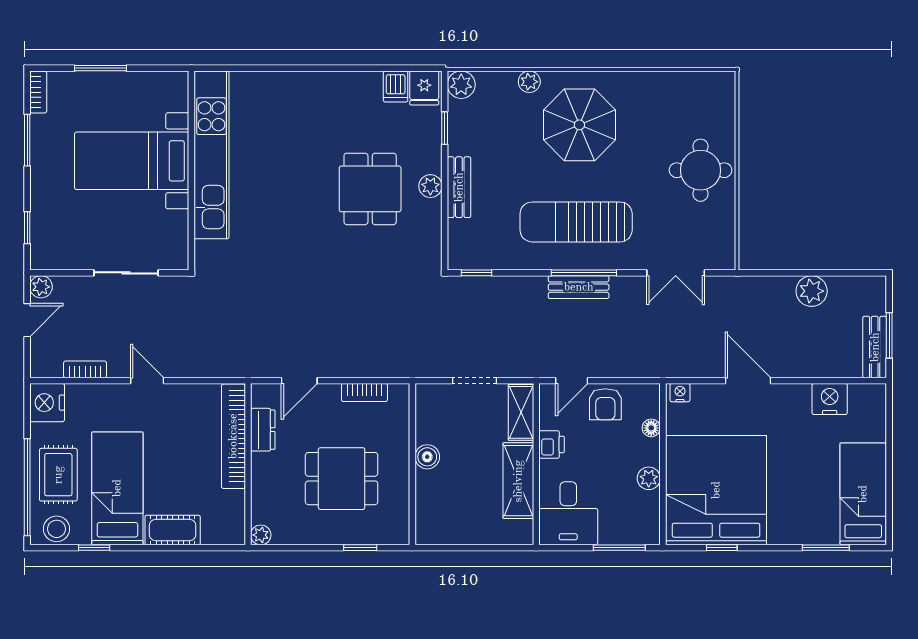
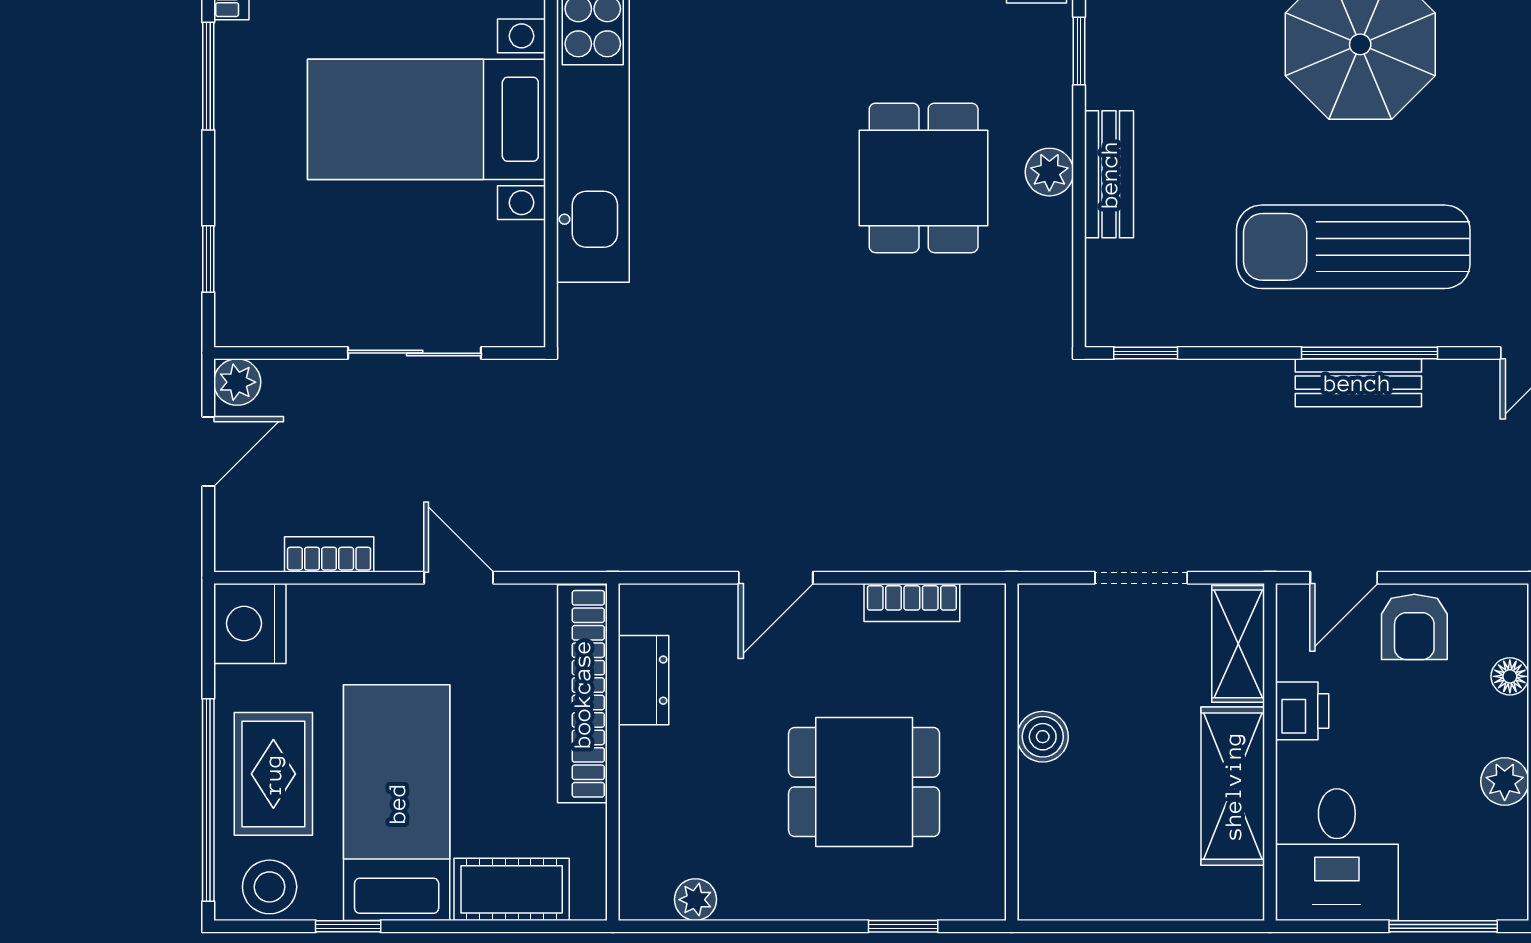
dresser: (263, 430) -> (644, 680), moved
bookcase: (233, 436) -> (582, 694), moved
wall: (248, 464) -> (613, 752), moved

